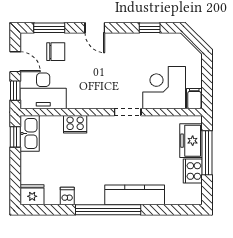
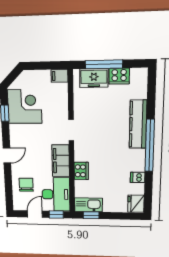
window: (49, 28) -> (9, 189), removed
corner desk: (164, 88) -> (25, 106), moved, turned 180
filing cabinet: (88, 98) -> (61, 161), added

